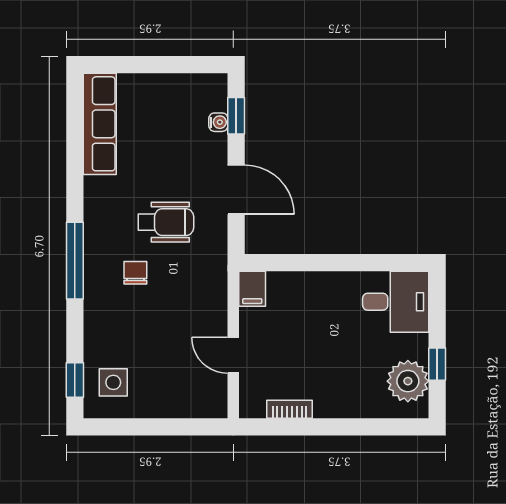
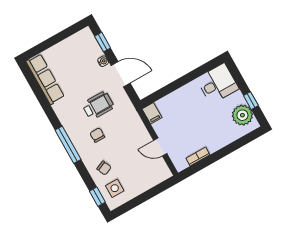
water cooler: (218, 122) -> (103, 61), moved
chair: (115, 337) -> (104, 168), added

